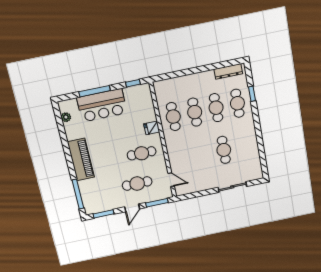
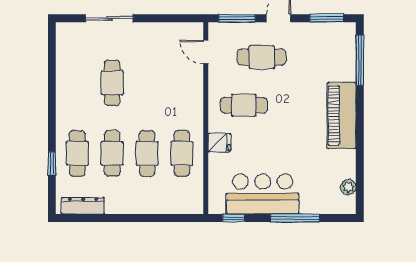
bar counter: (102, 105) -> (263, 194), moved

